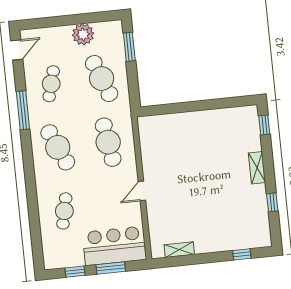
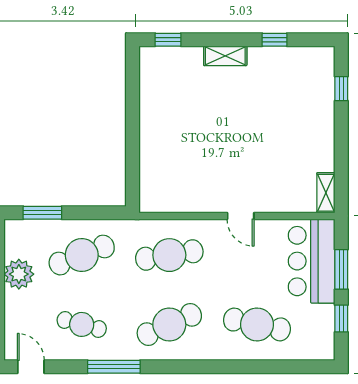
cafe table: (64, 211) -> (257, 324), width x1.37, depth x1.35
shelving: (179, 250) -> (326, 193), moved

